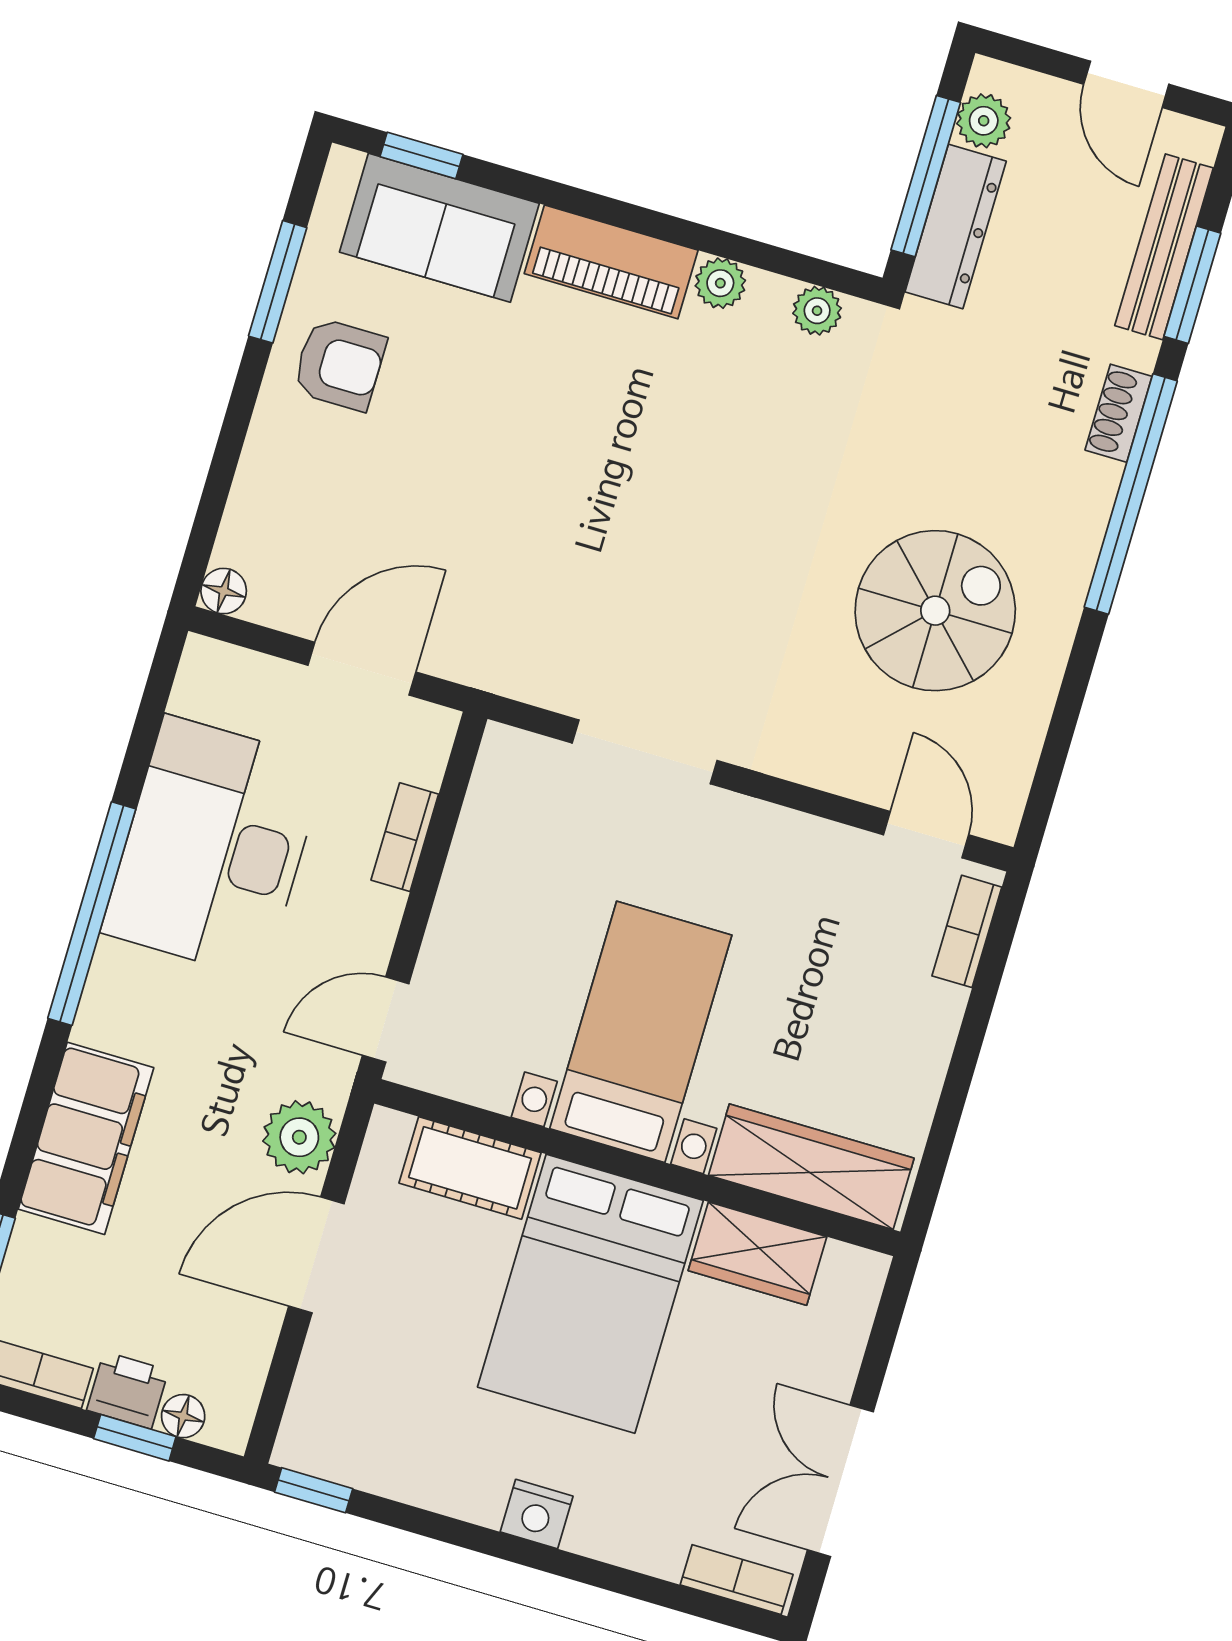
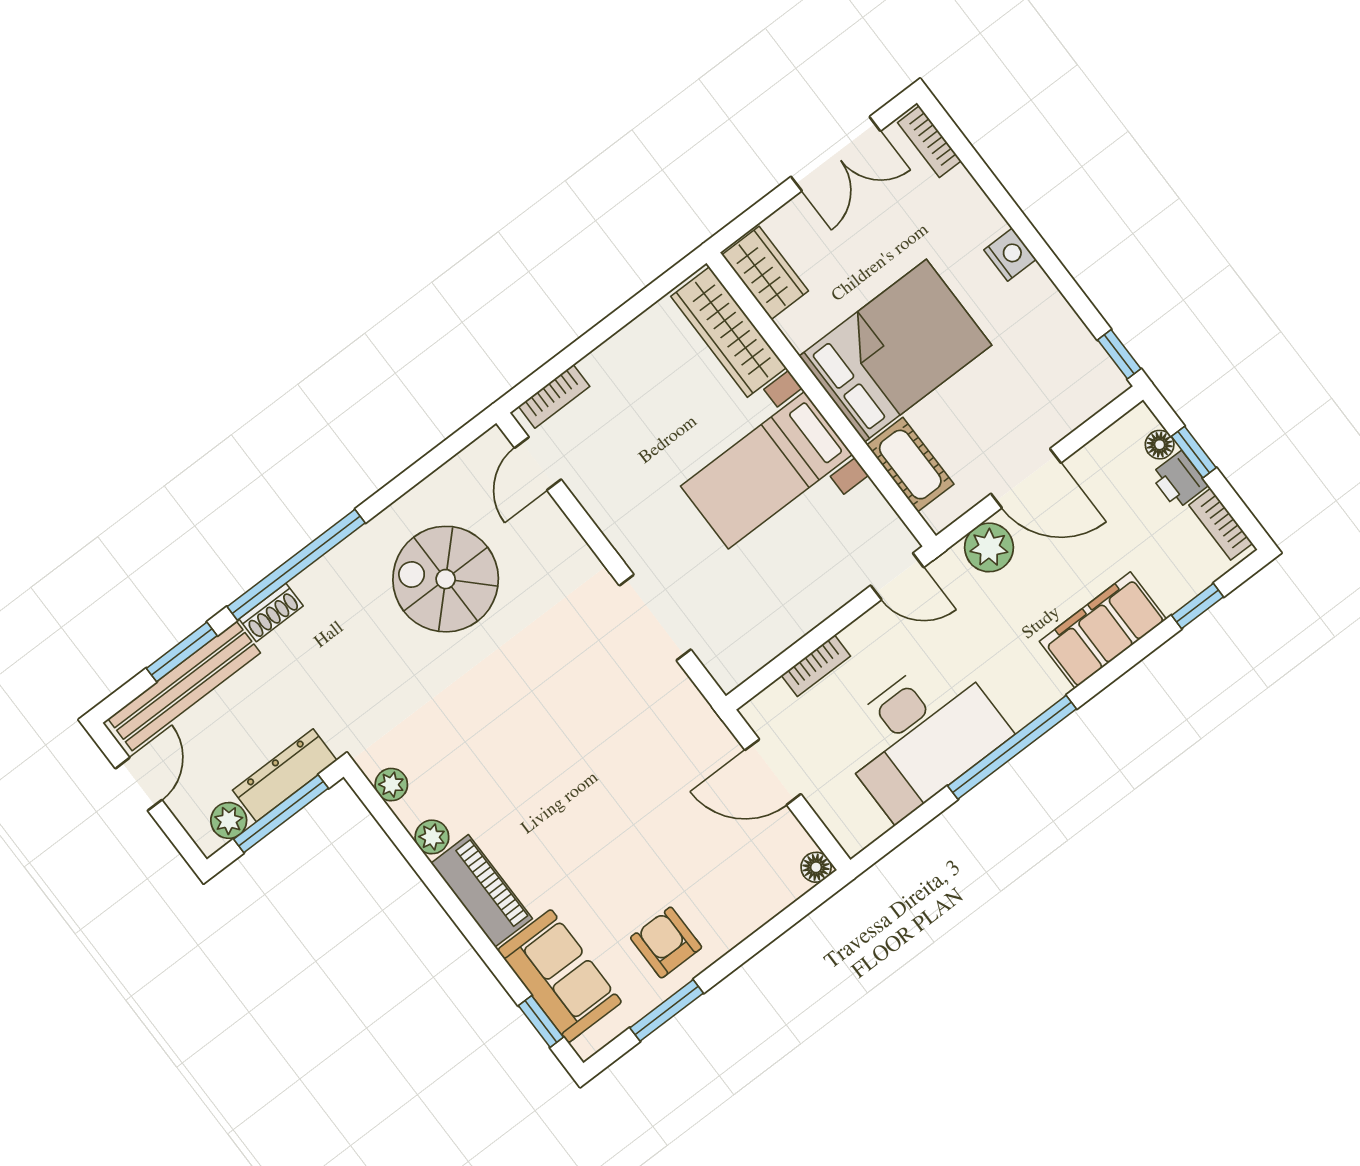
bench: (1164, 247) -> (184, 686), width x1.37, depth x1.21
wardrobe: (757, 1254) -> (765, 273), moved

